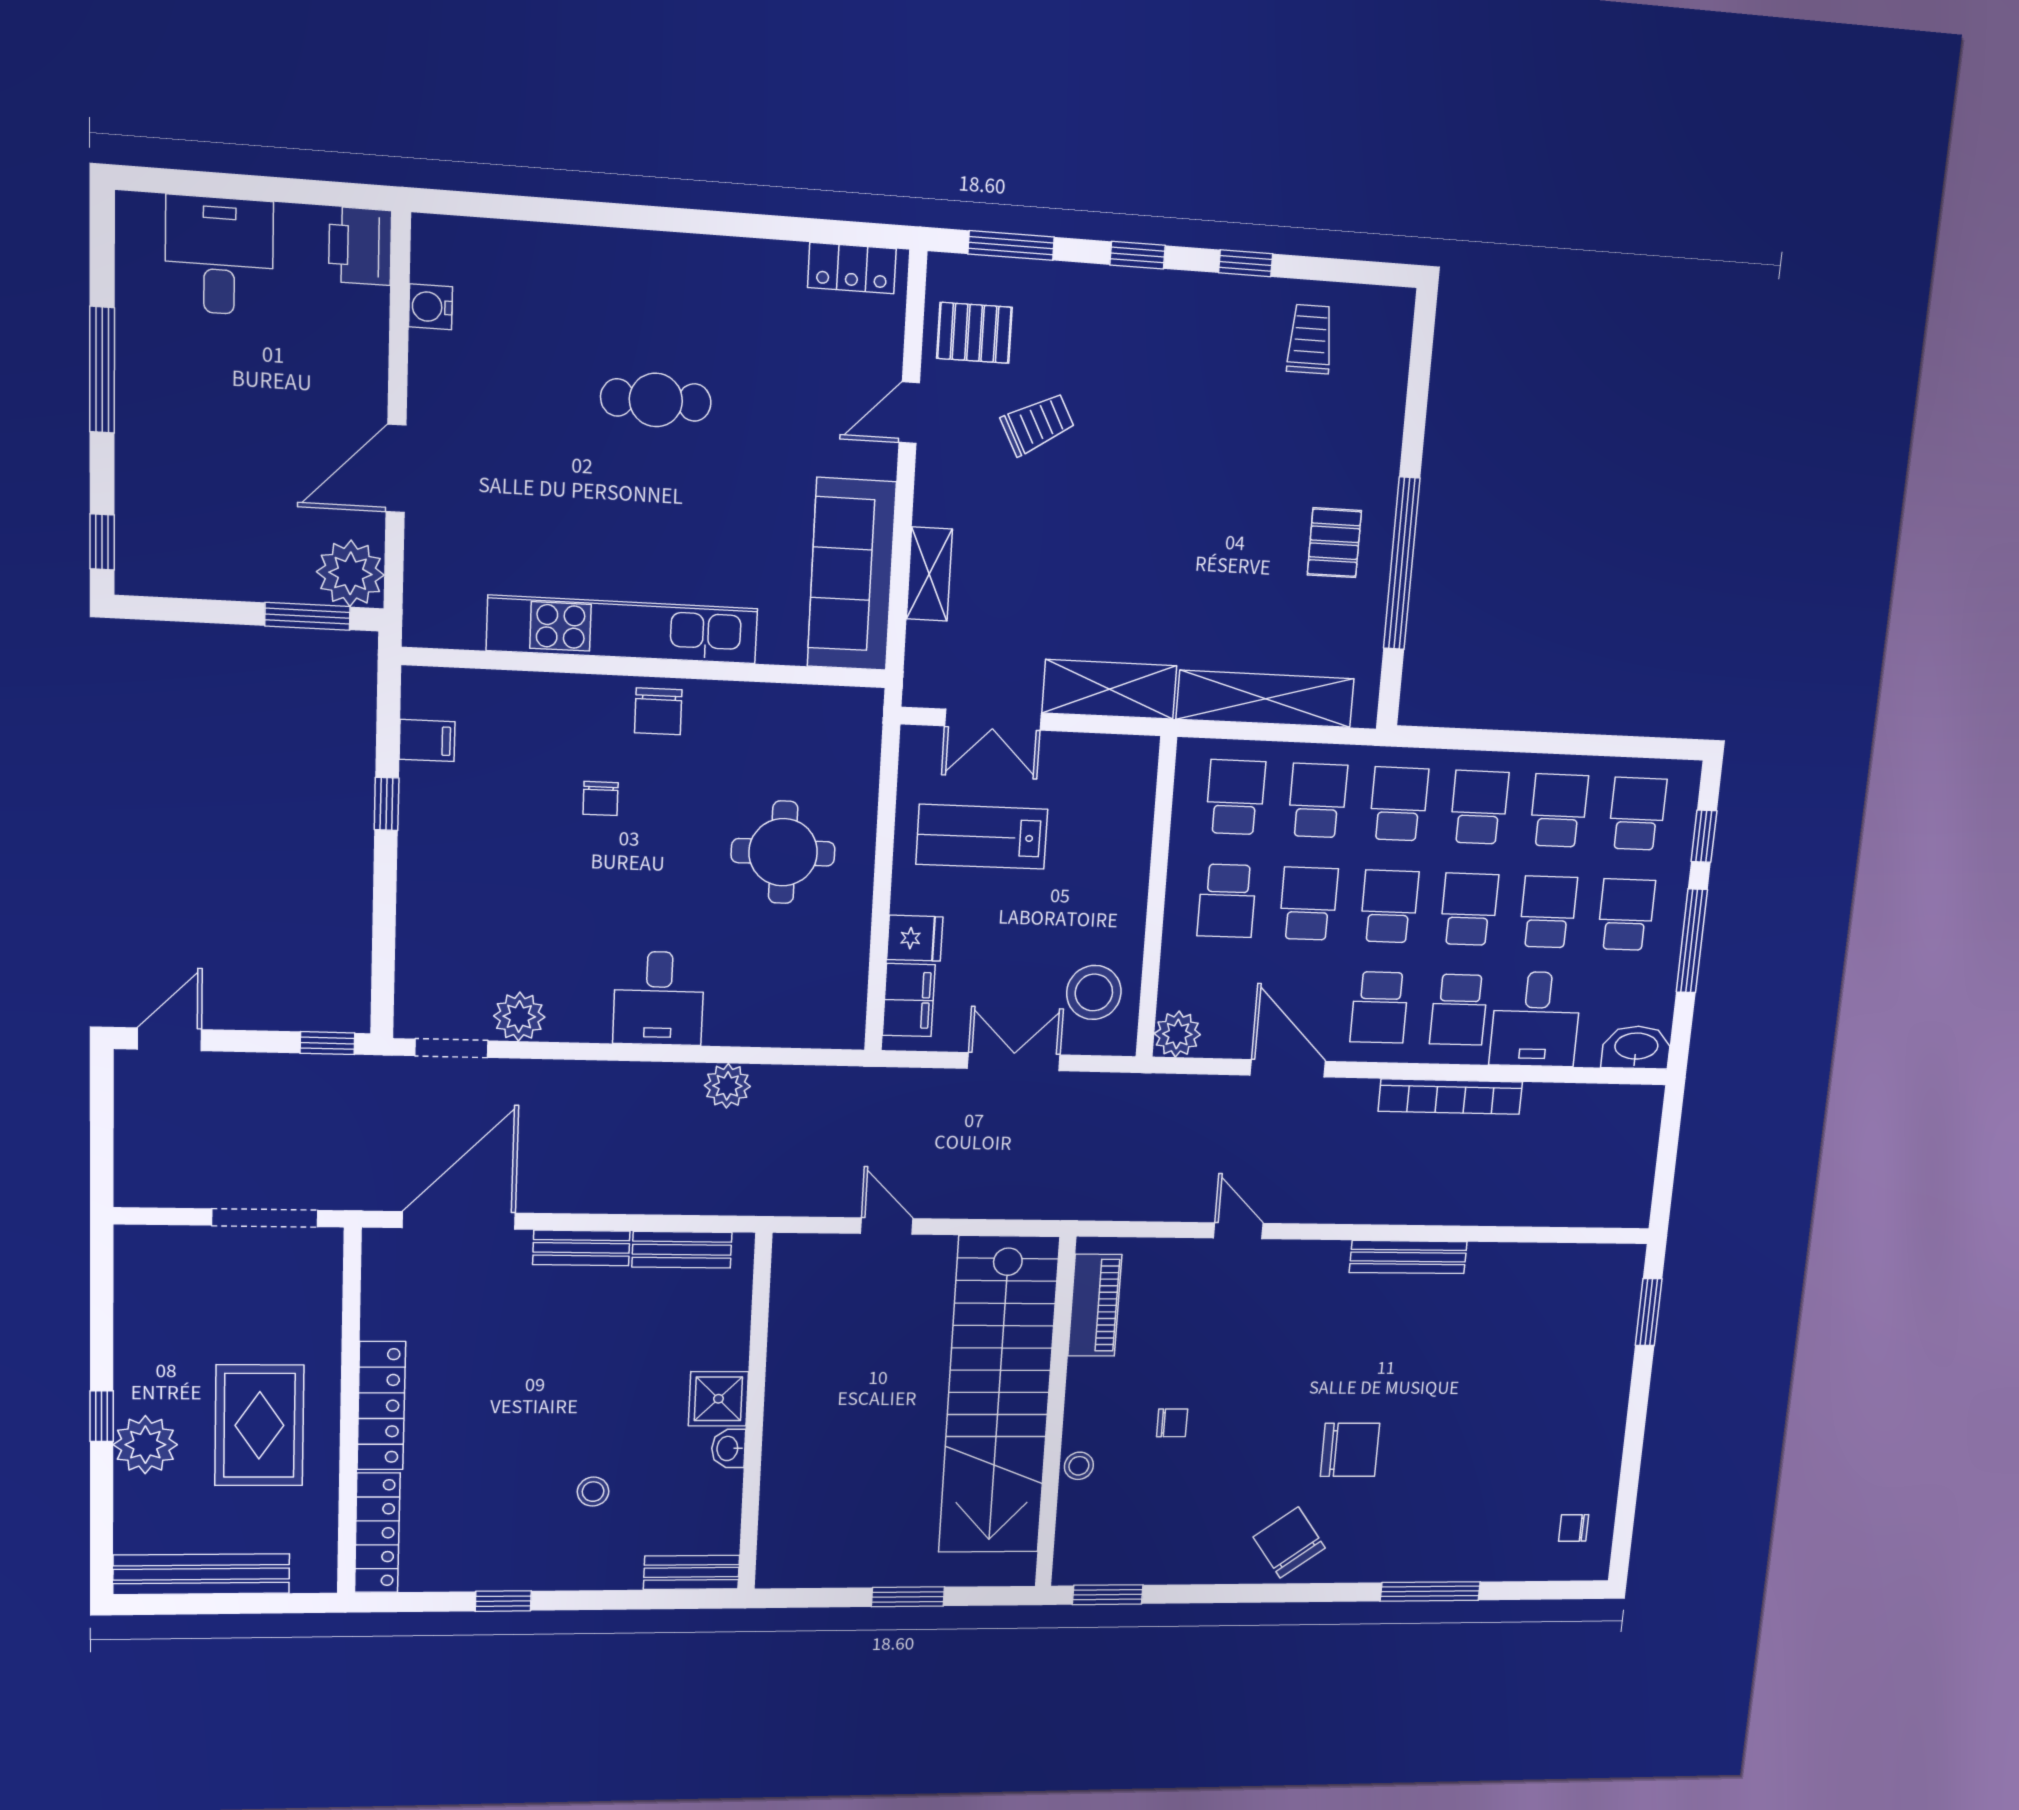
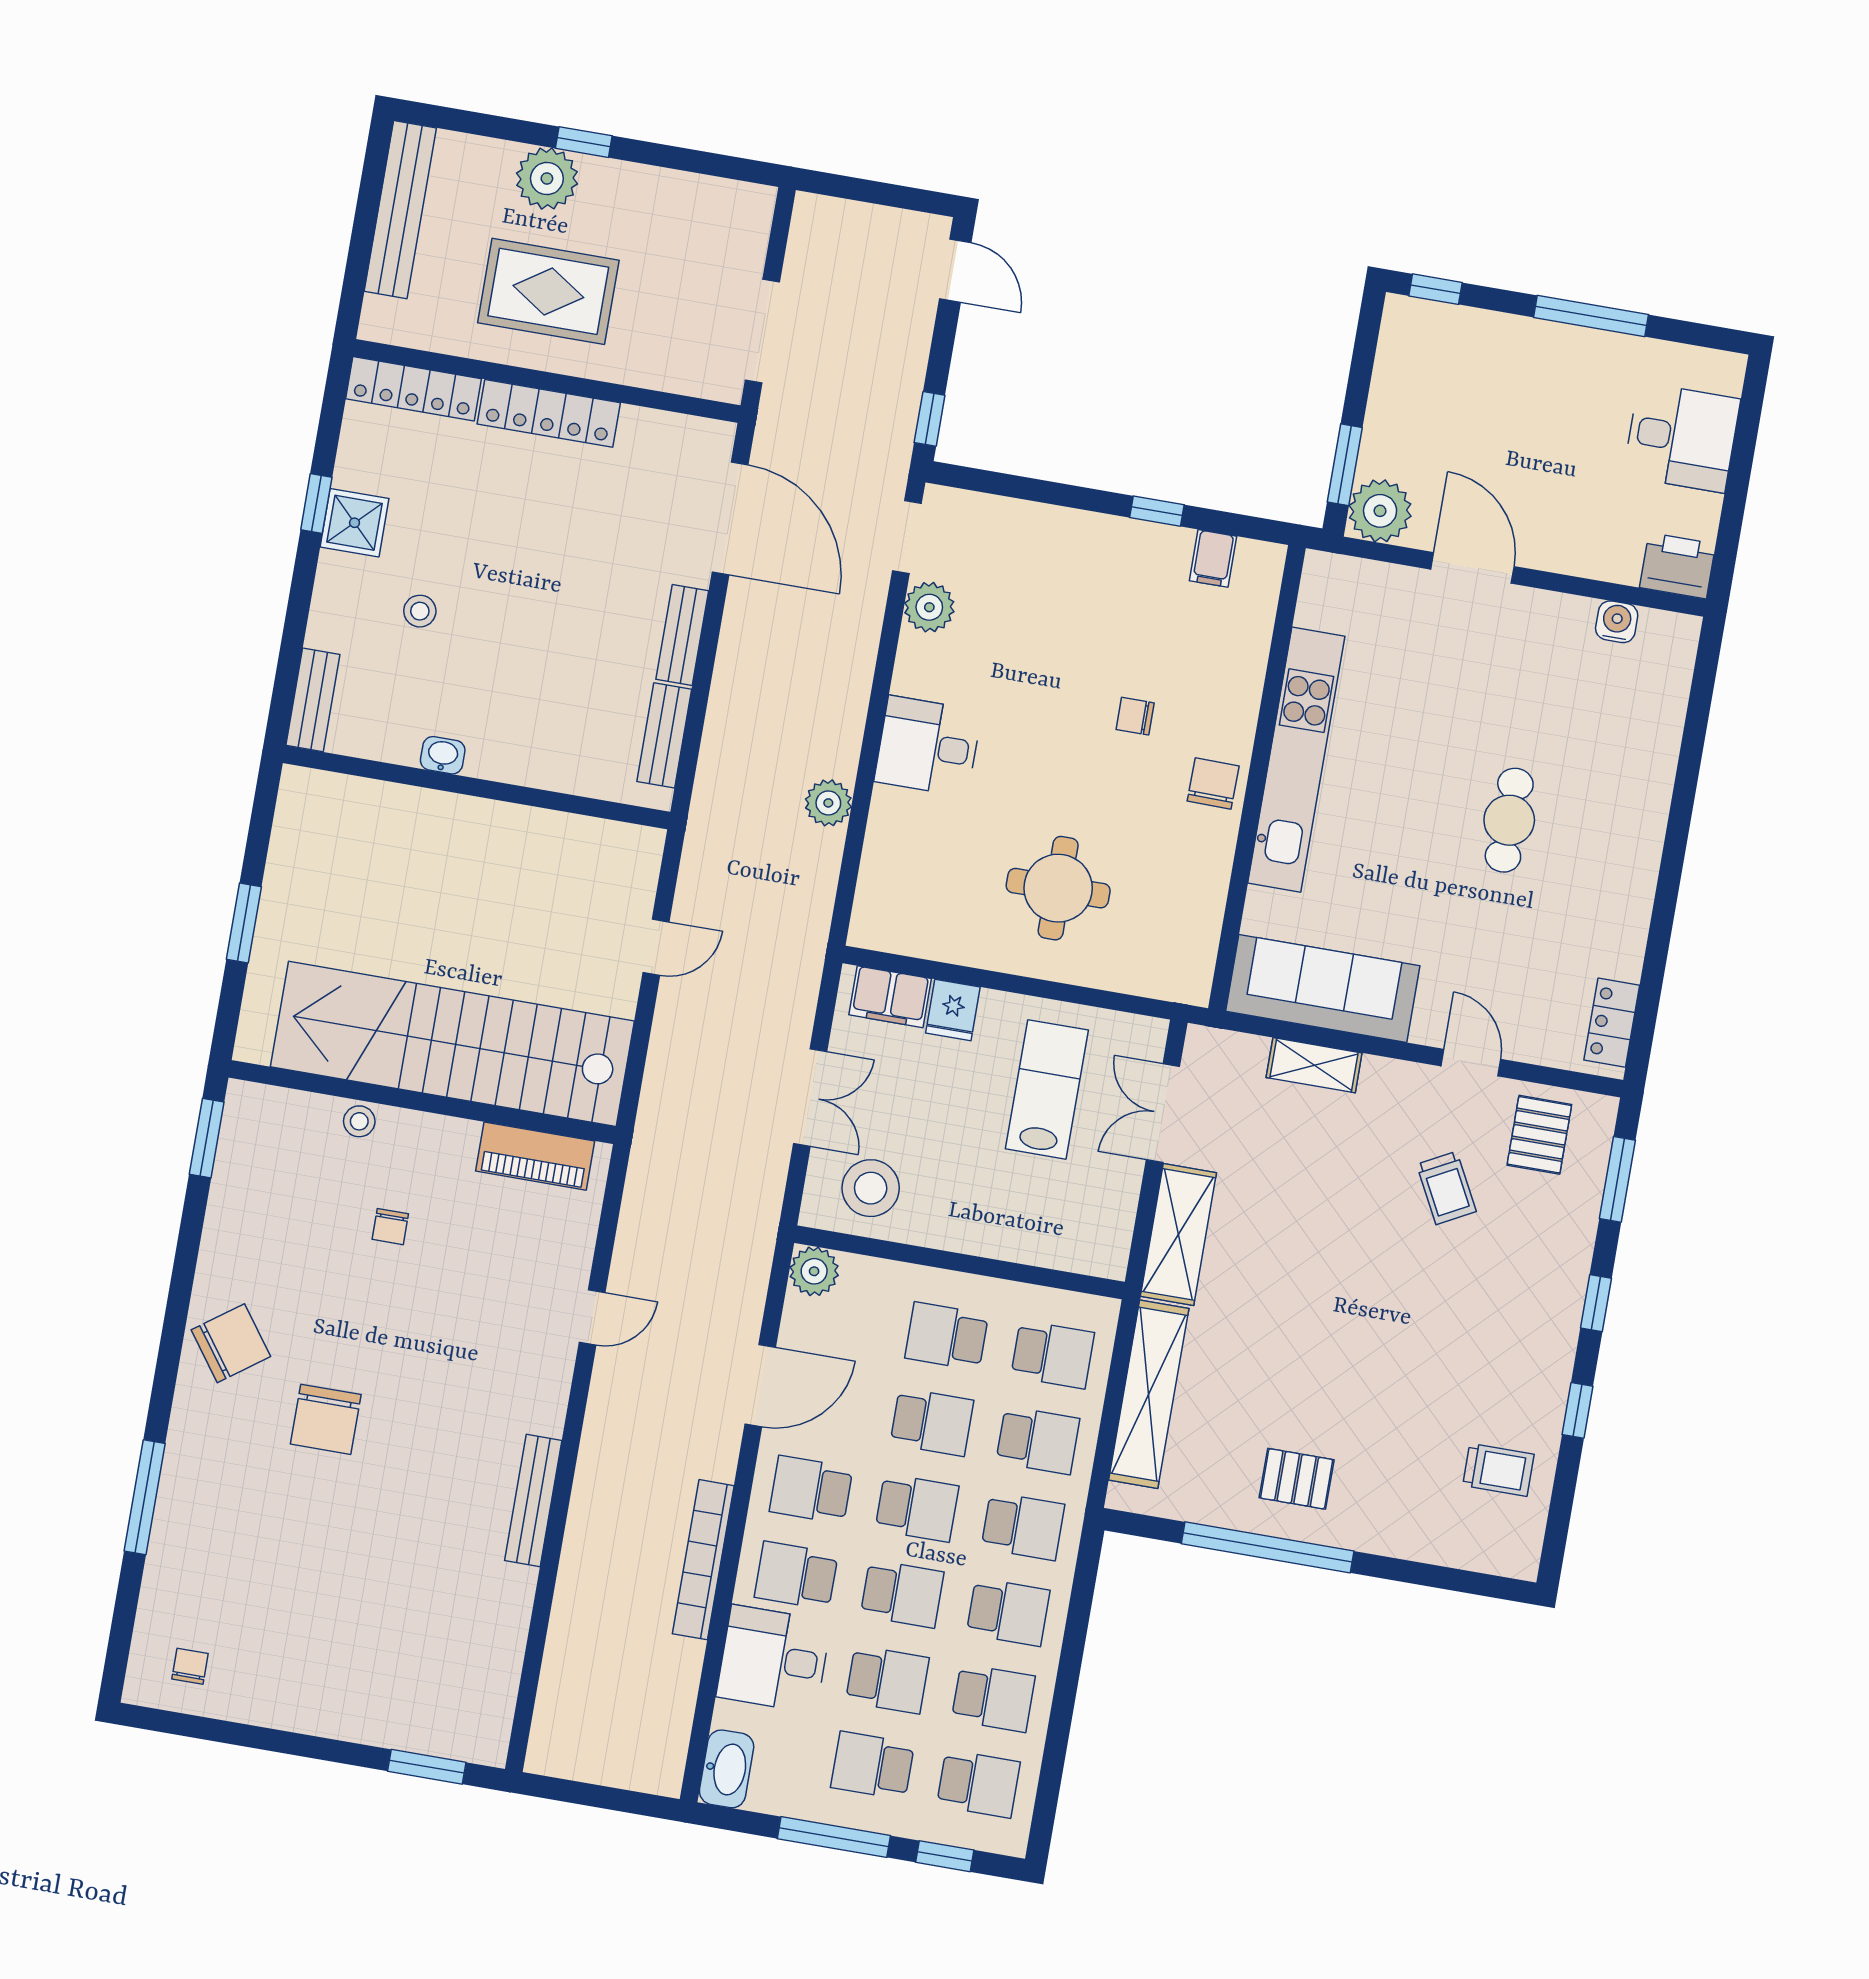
chair: (658, 711) -> (1213, 783), turned 91
school desk: (1626, 915) -> (872, 1766), turned 180
shower: (718, 1399) -> (355, 523), moved

